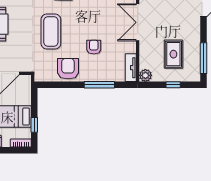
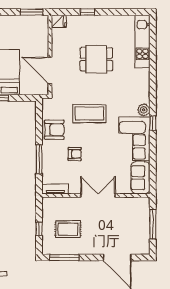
plant: (145, 75) -> (48, 203), removed

